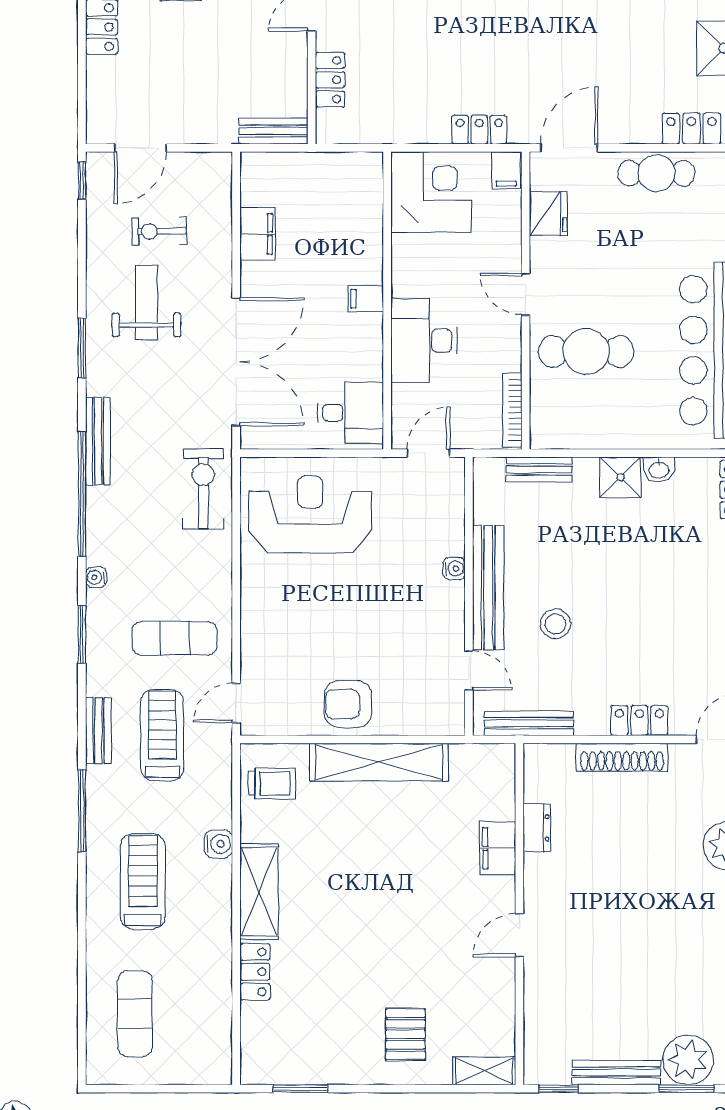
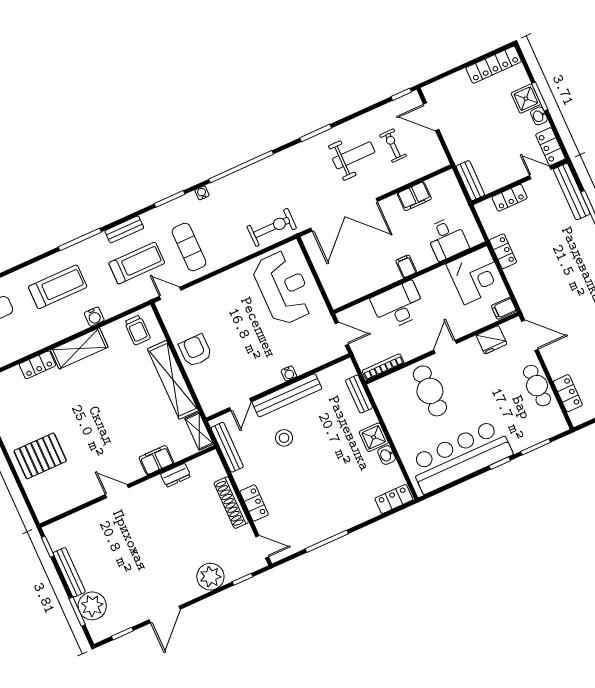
locker: (479, 130) -> (503, 251), moved
desk: (350, 413) -> (447, 239), moved
bench: (98, 441) -> (272, 163), removed
pallet: (405, 1034) -> (40, 456), width x1.50, depth x1.42
shelving: (484, 1071) -> (199, 431), moved

